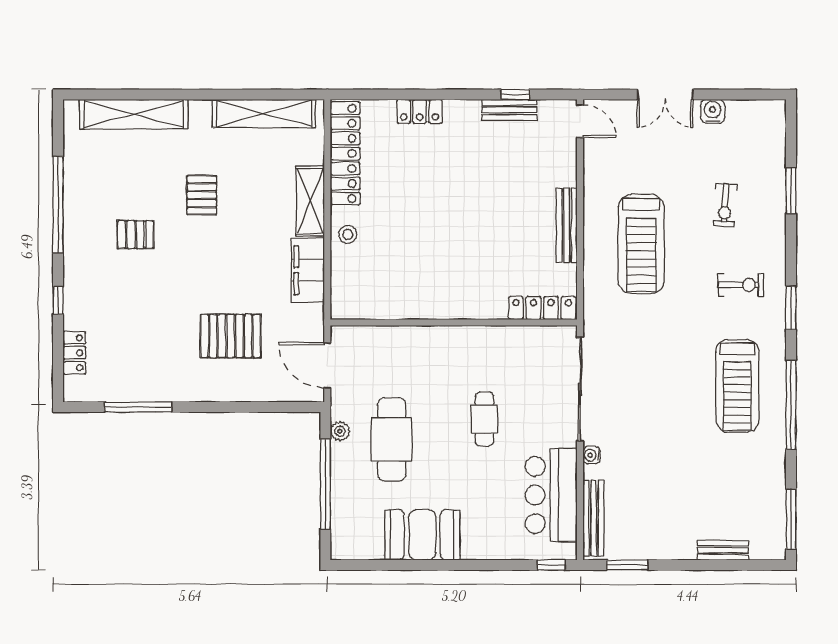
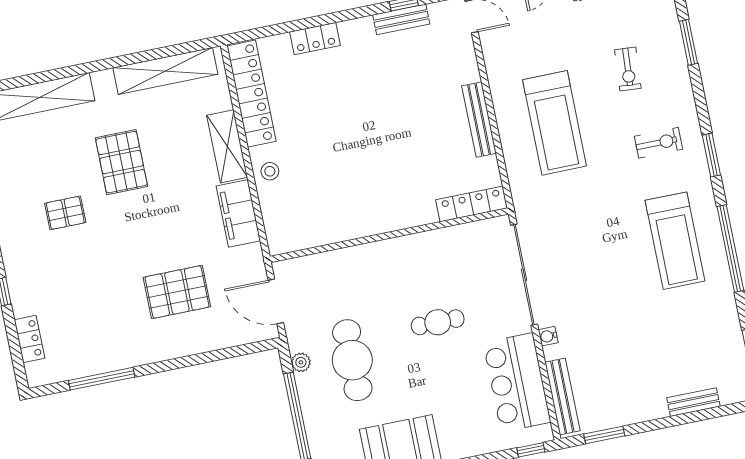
pallet: (202, 195) -> (121, 162), width x1.50, depth x1.42
cafe table: (484, 419) -> (438, 322), turned 90

